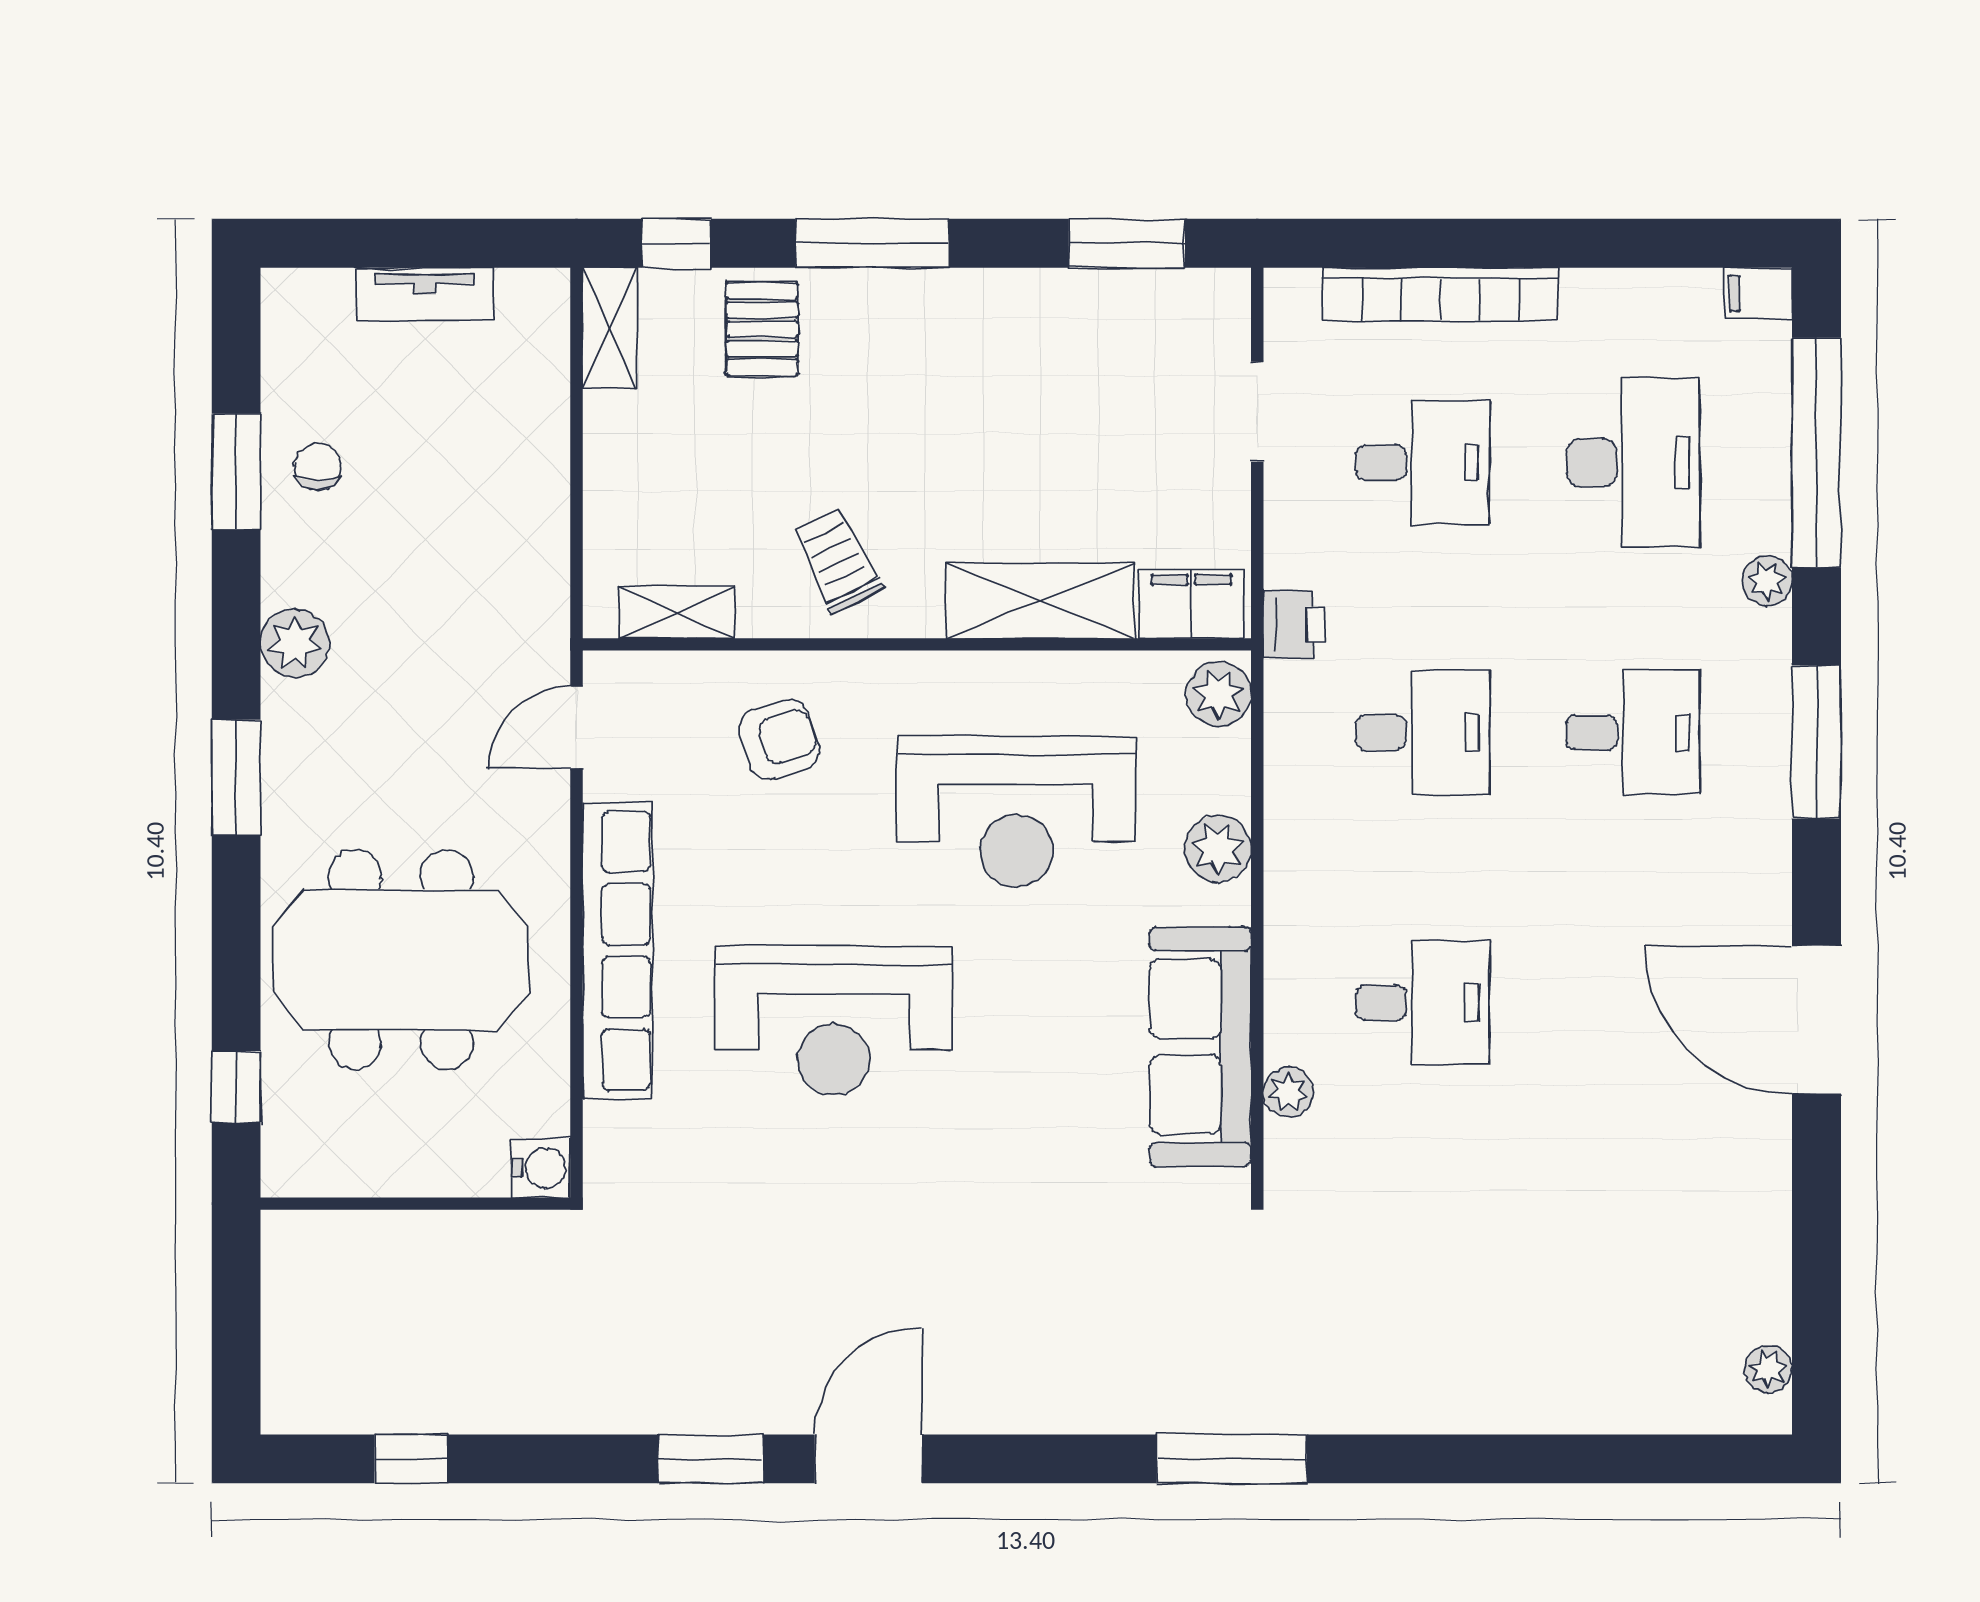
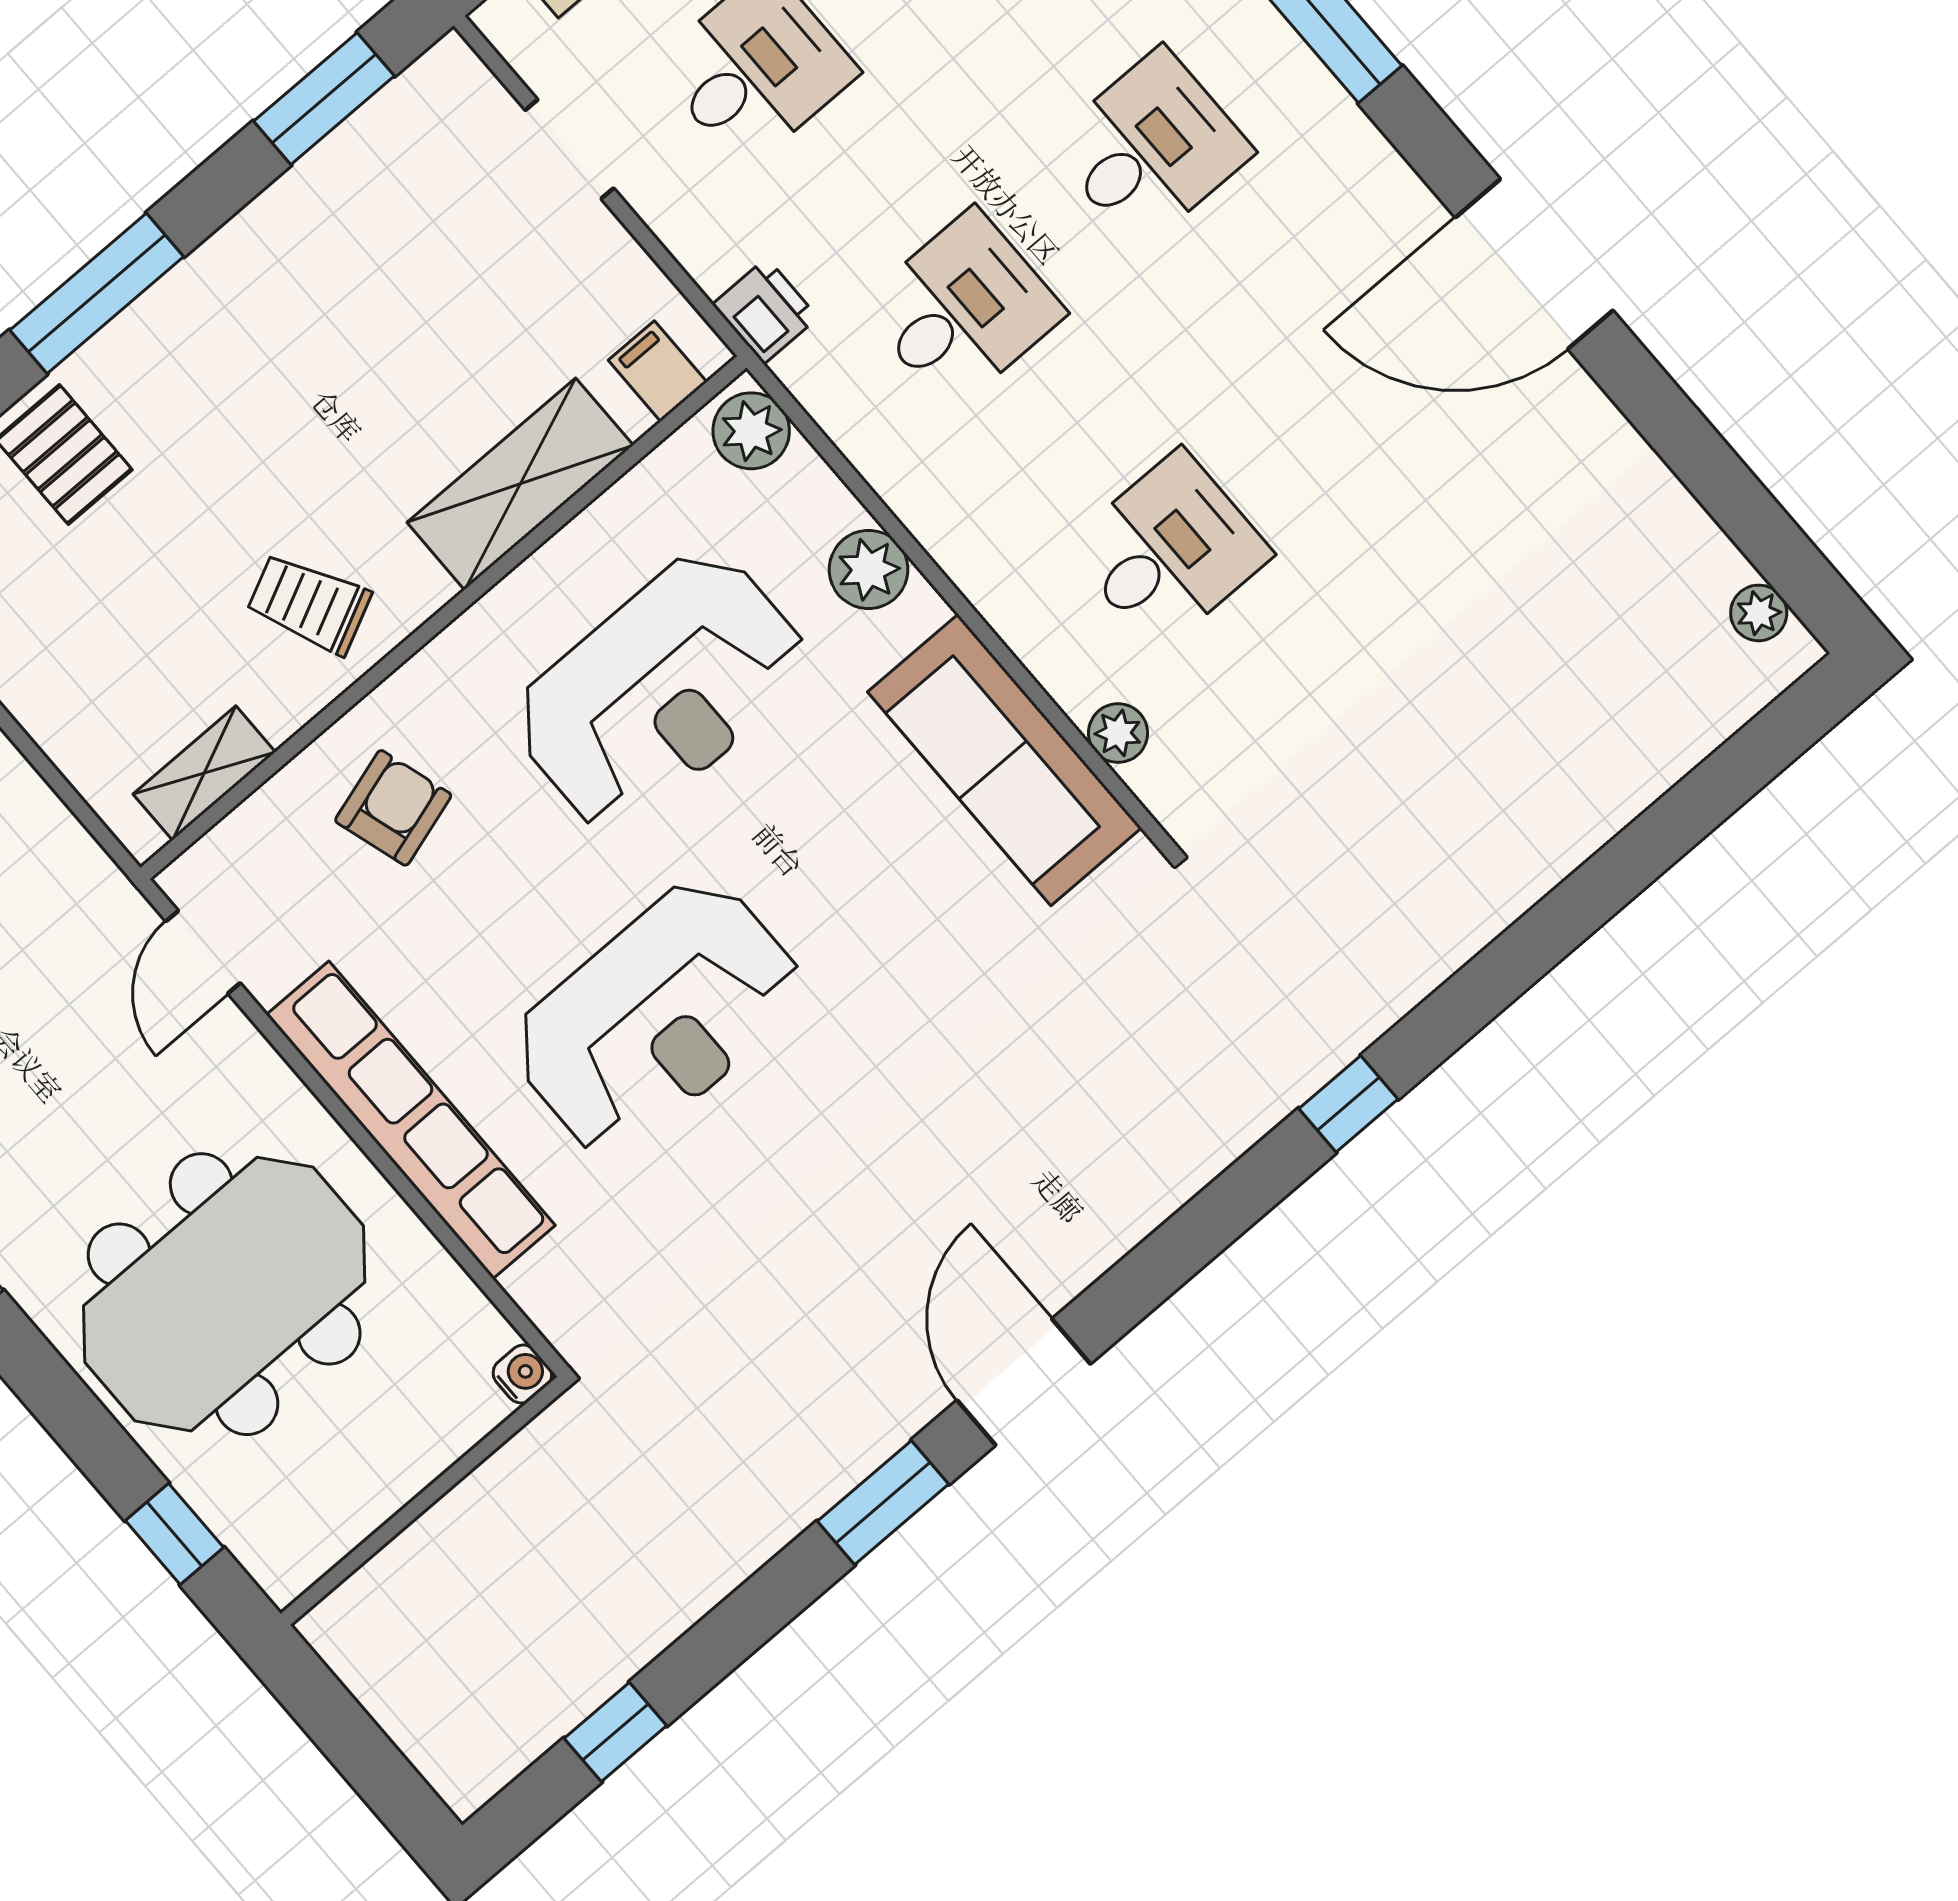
filing cabinet: (1191, 604) -> (658, 371), width x0.50
water cooler: (541, 1168) -> (522, 1374), width x0.72, depth x0.72
window: (1232, 1459) -> (1348, 1104), width x0.46

